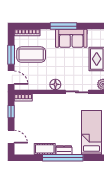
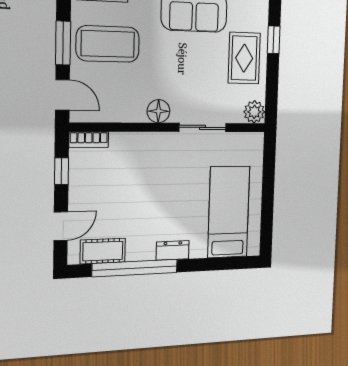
door: (11, 137) -> (61, 226), hinge flipped
cot: (45, 149) -> (103, 251), moved
window: (63, 158) -> (135, 268), moved

